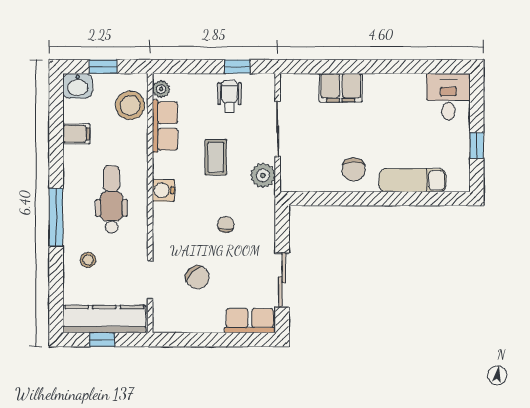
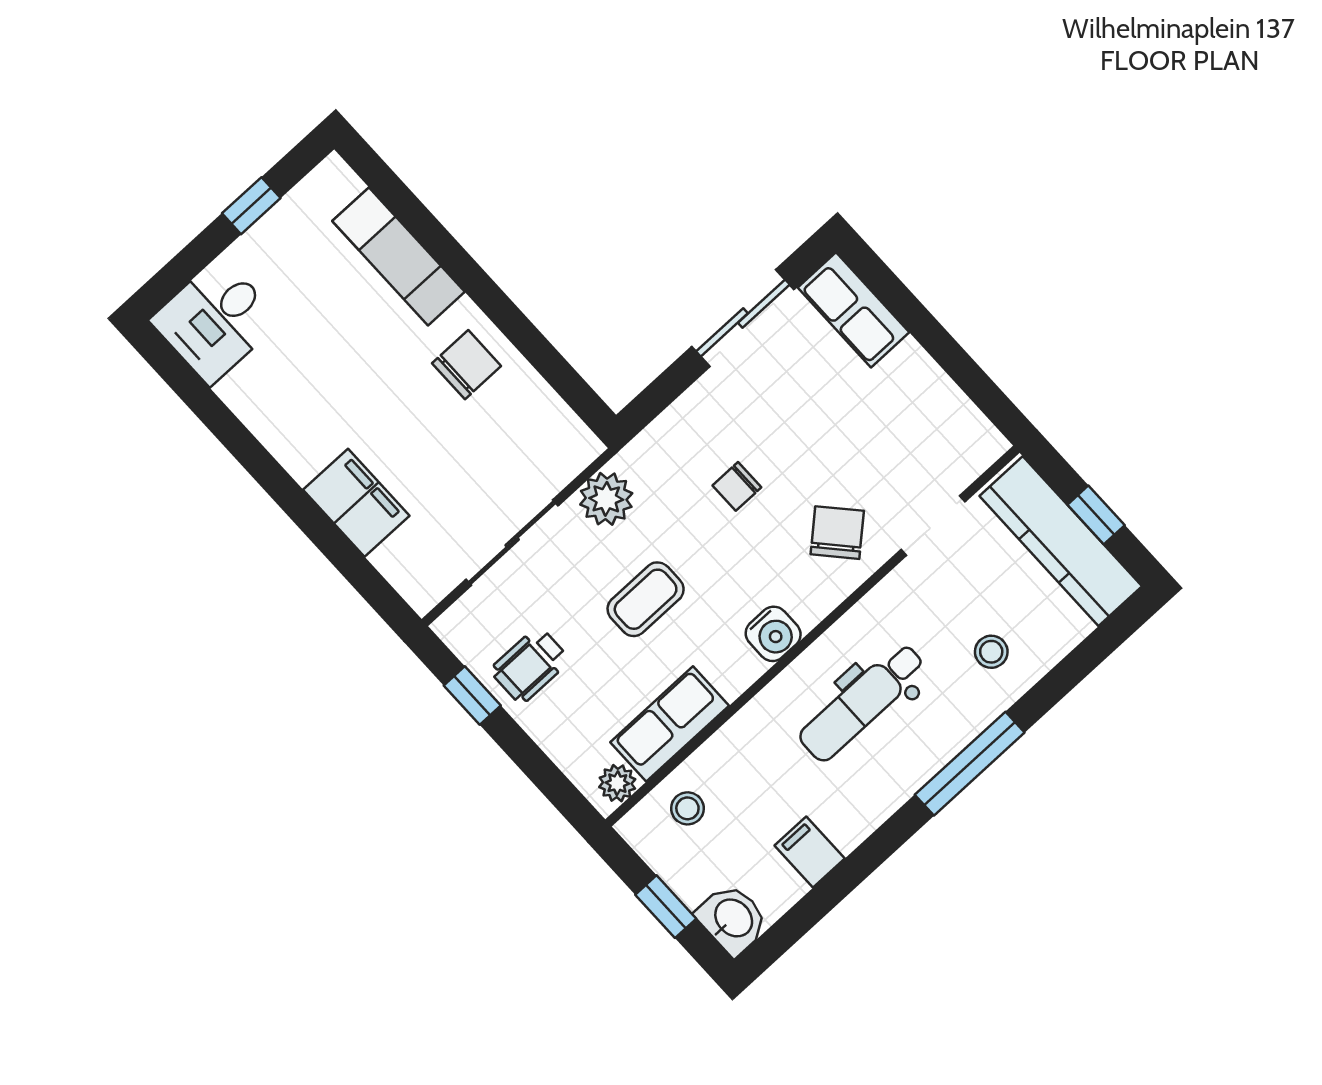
stool: (130, 105) -> (687, 808), width x0.53, depth x0.53
chair: (198, 277) -> (837, 533), moved

